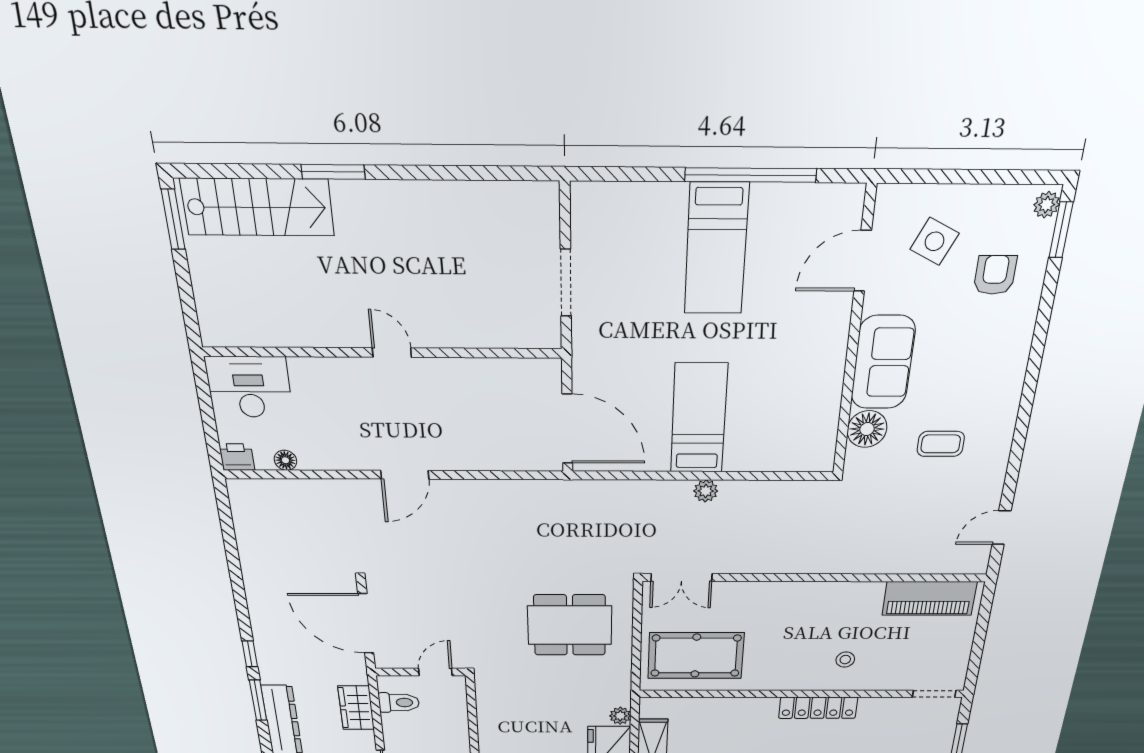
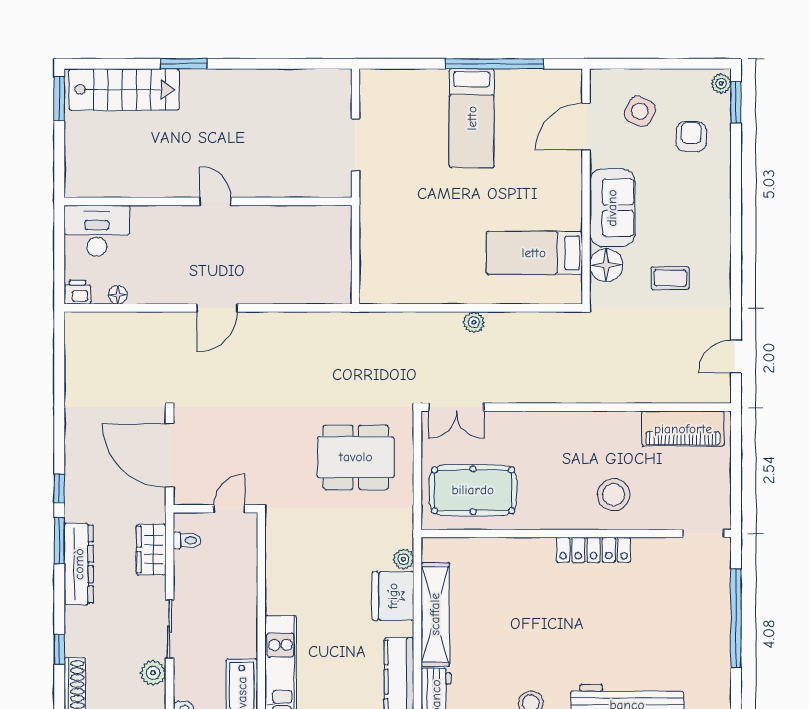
bed: (699, 418) -> (534, 253), moved, turned -90
door: (567, 429) -> (355, 266), removed
stool: (845, 660) -> (614, 495), width x1.89, depth x1.89
toilet: (399, 703) -> (187, 540), width x0.73, depth x0.72

